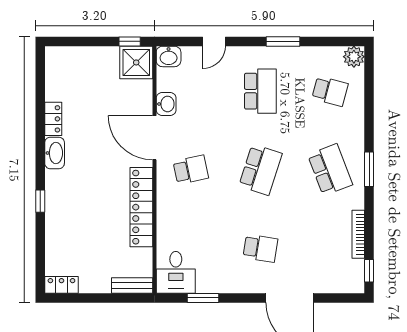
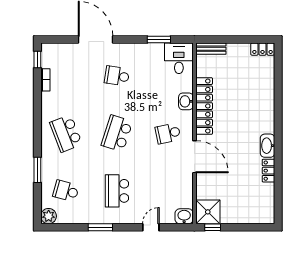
washbasin: (166, 104) -> (186, 101), moved
window: (369, 169) -> (37, 170), moved
window: (40, 201) -> (278, 110), removed
bookcase: (358, 234) -> (45, 80), width x0.64

